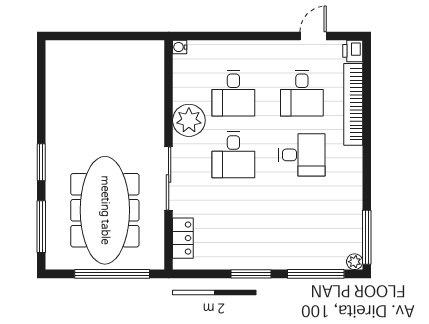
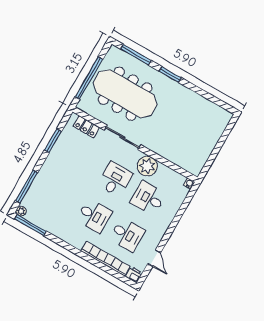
desk: (302, 93) -> (127, 235), turned 180
desk: (233, 155) -> (115, 179), turned 90
desk: (302, 155) -> (94, 216), turned -90
window: (251, 274) -> (53, 141), moved

